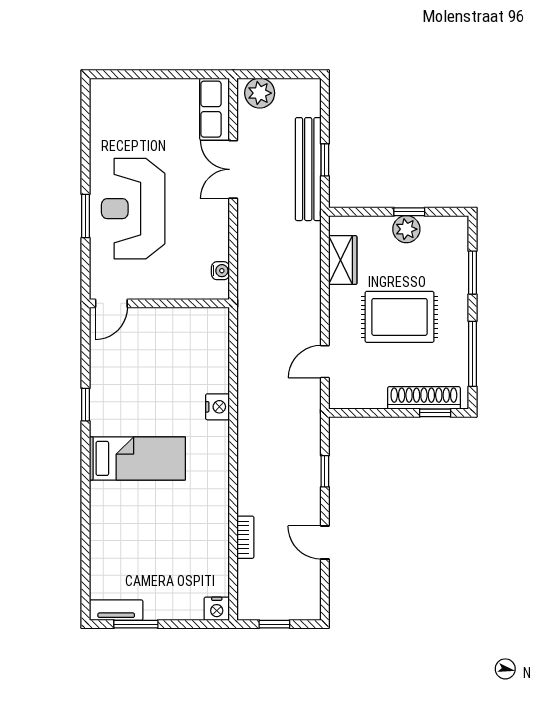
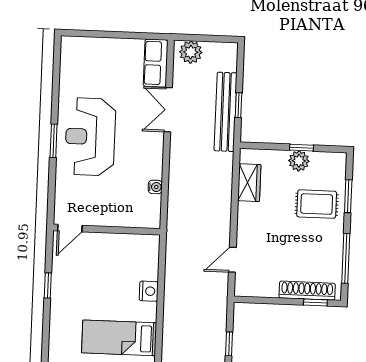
door: (111, 303) -> (70, 228), moved
wall: (159, 303) -> (107, 230), moved
rug: (400, 317) -> (317, 204), moved, width x0.73, depth x0.70
bed: (137, 458) -> (119, 338), moved, turned 180

